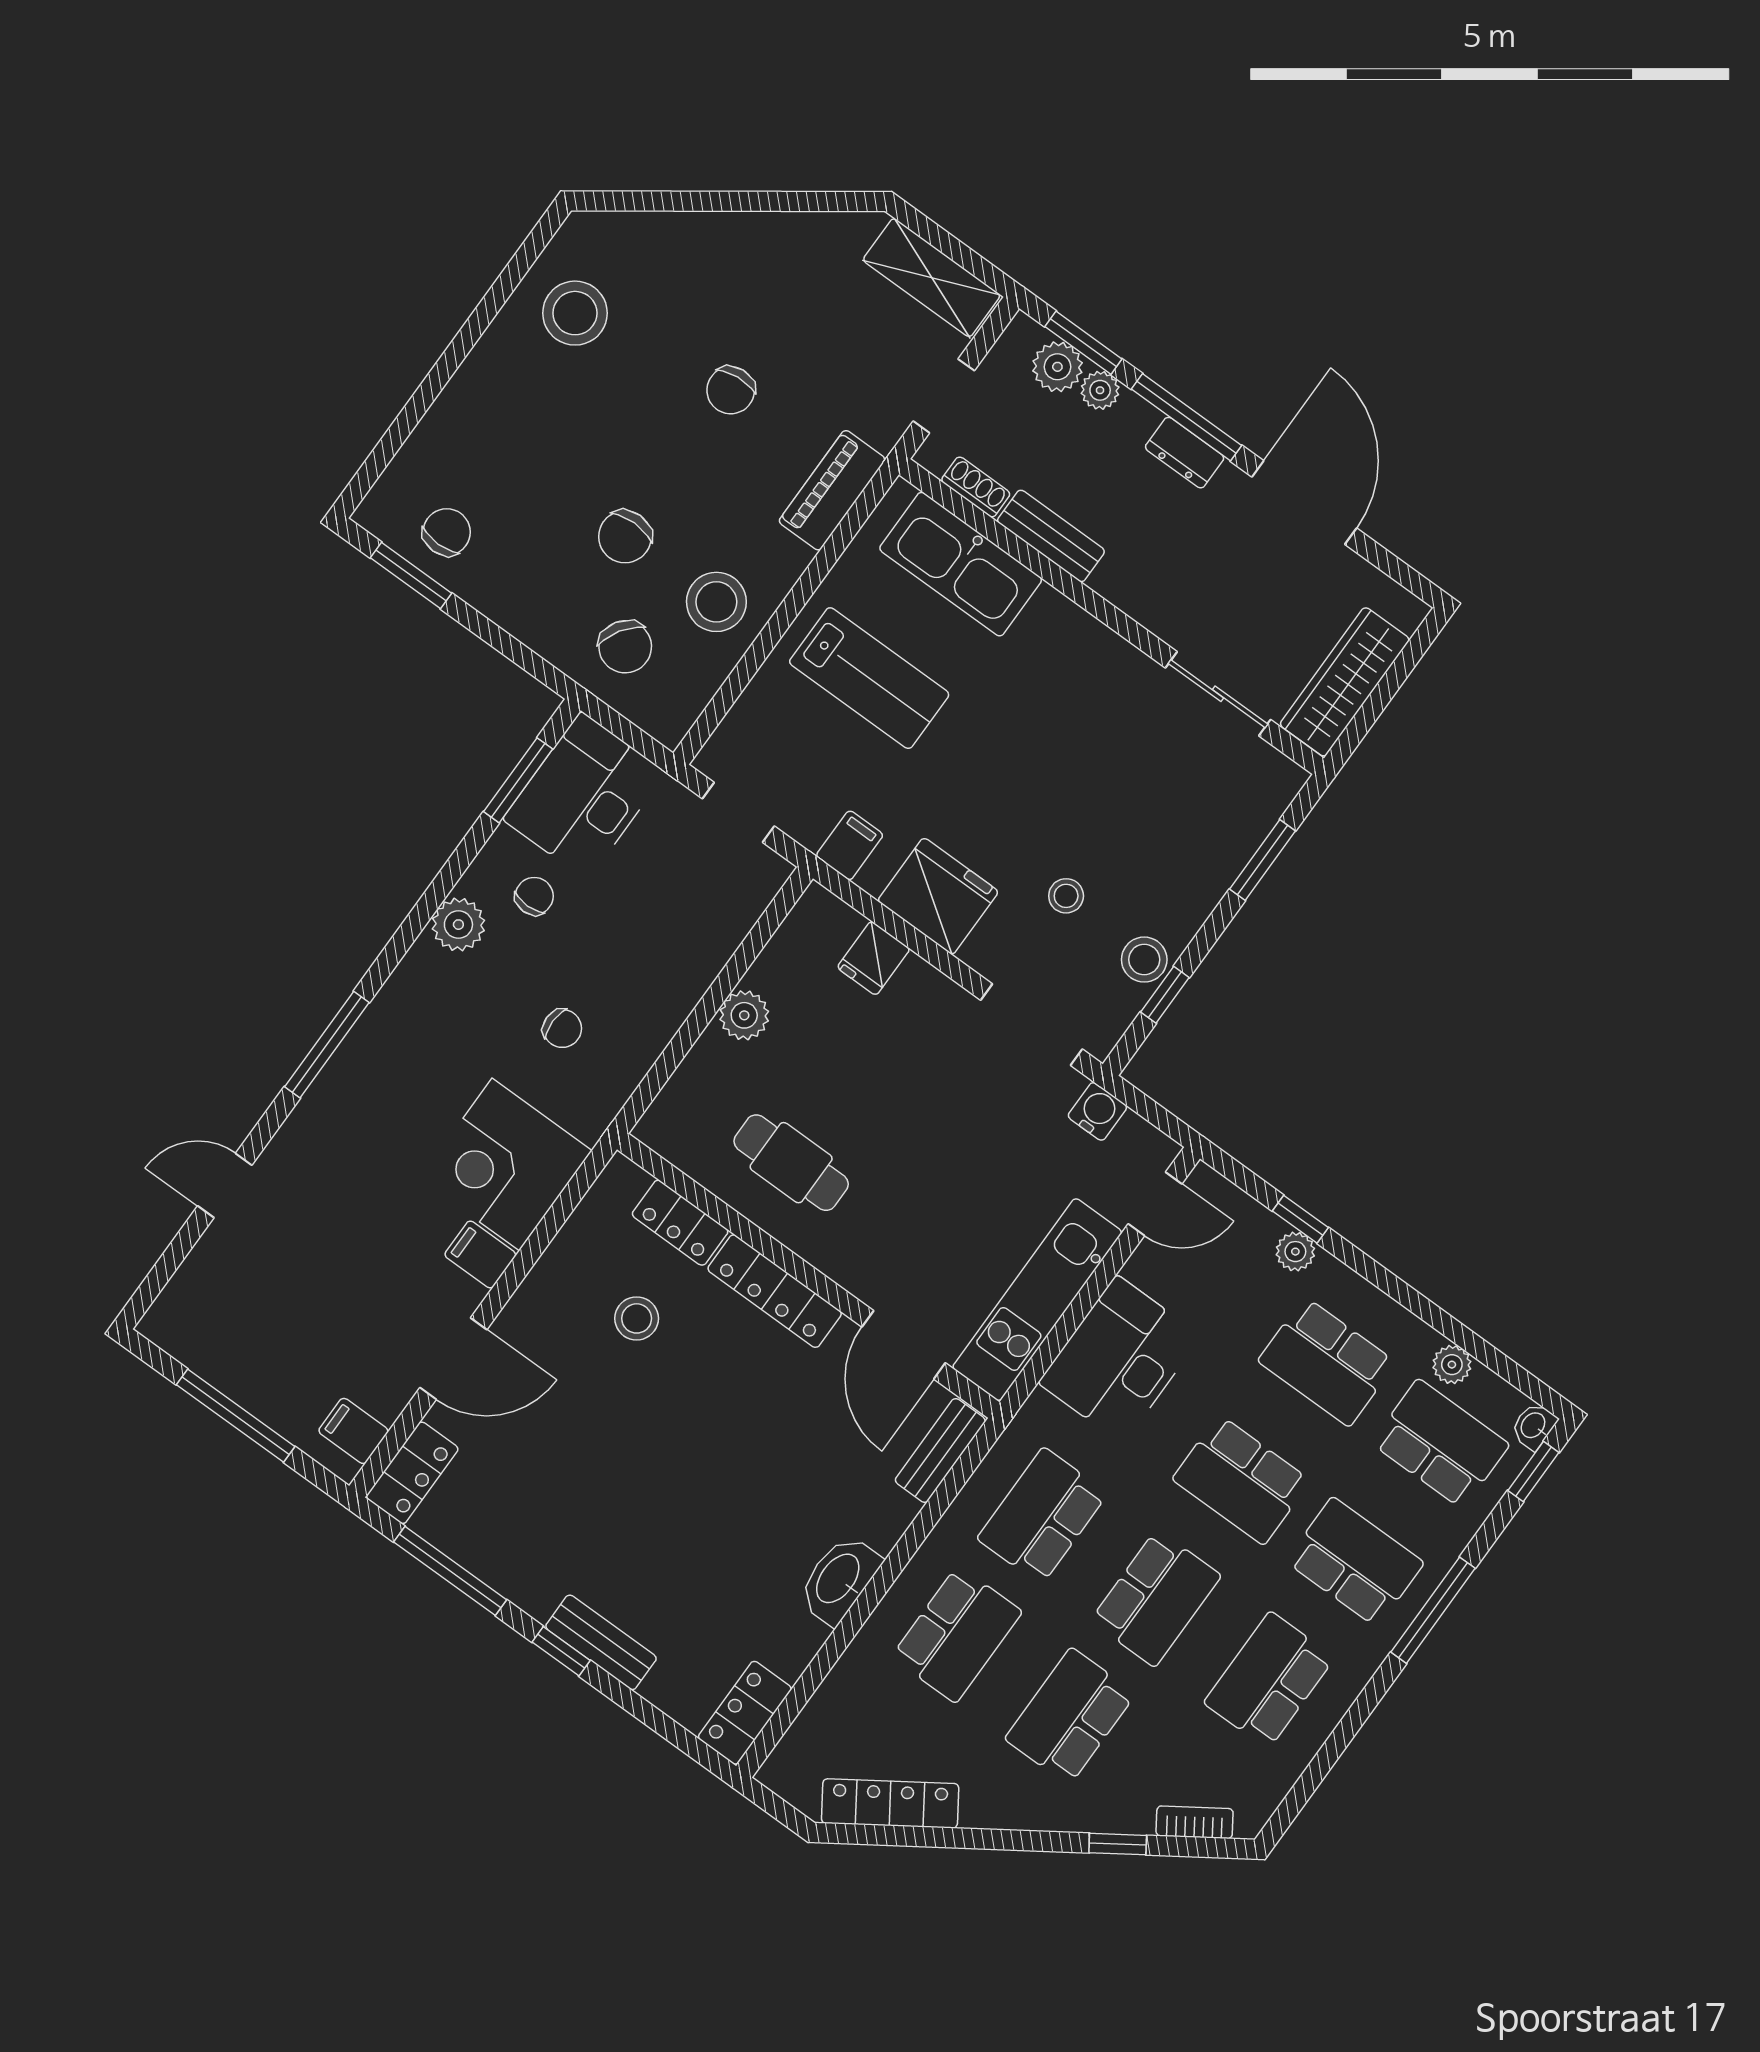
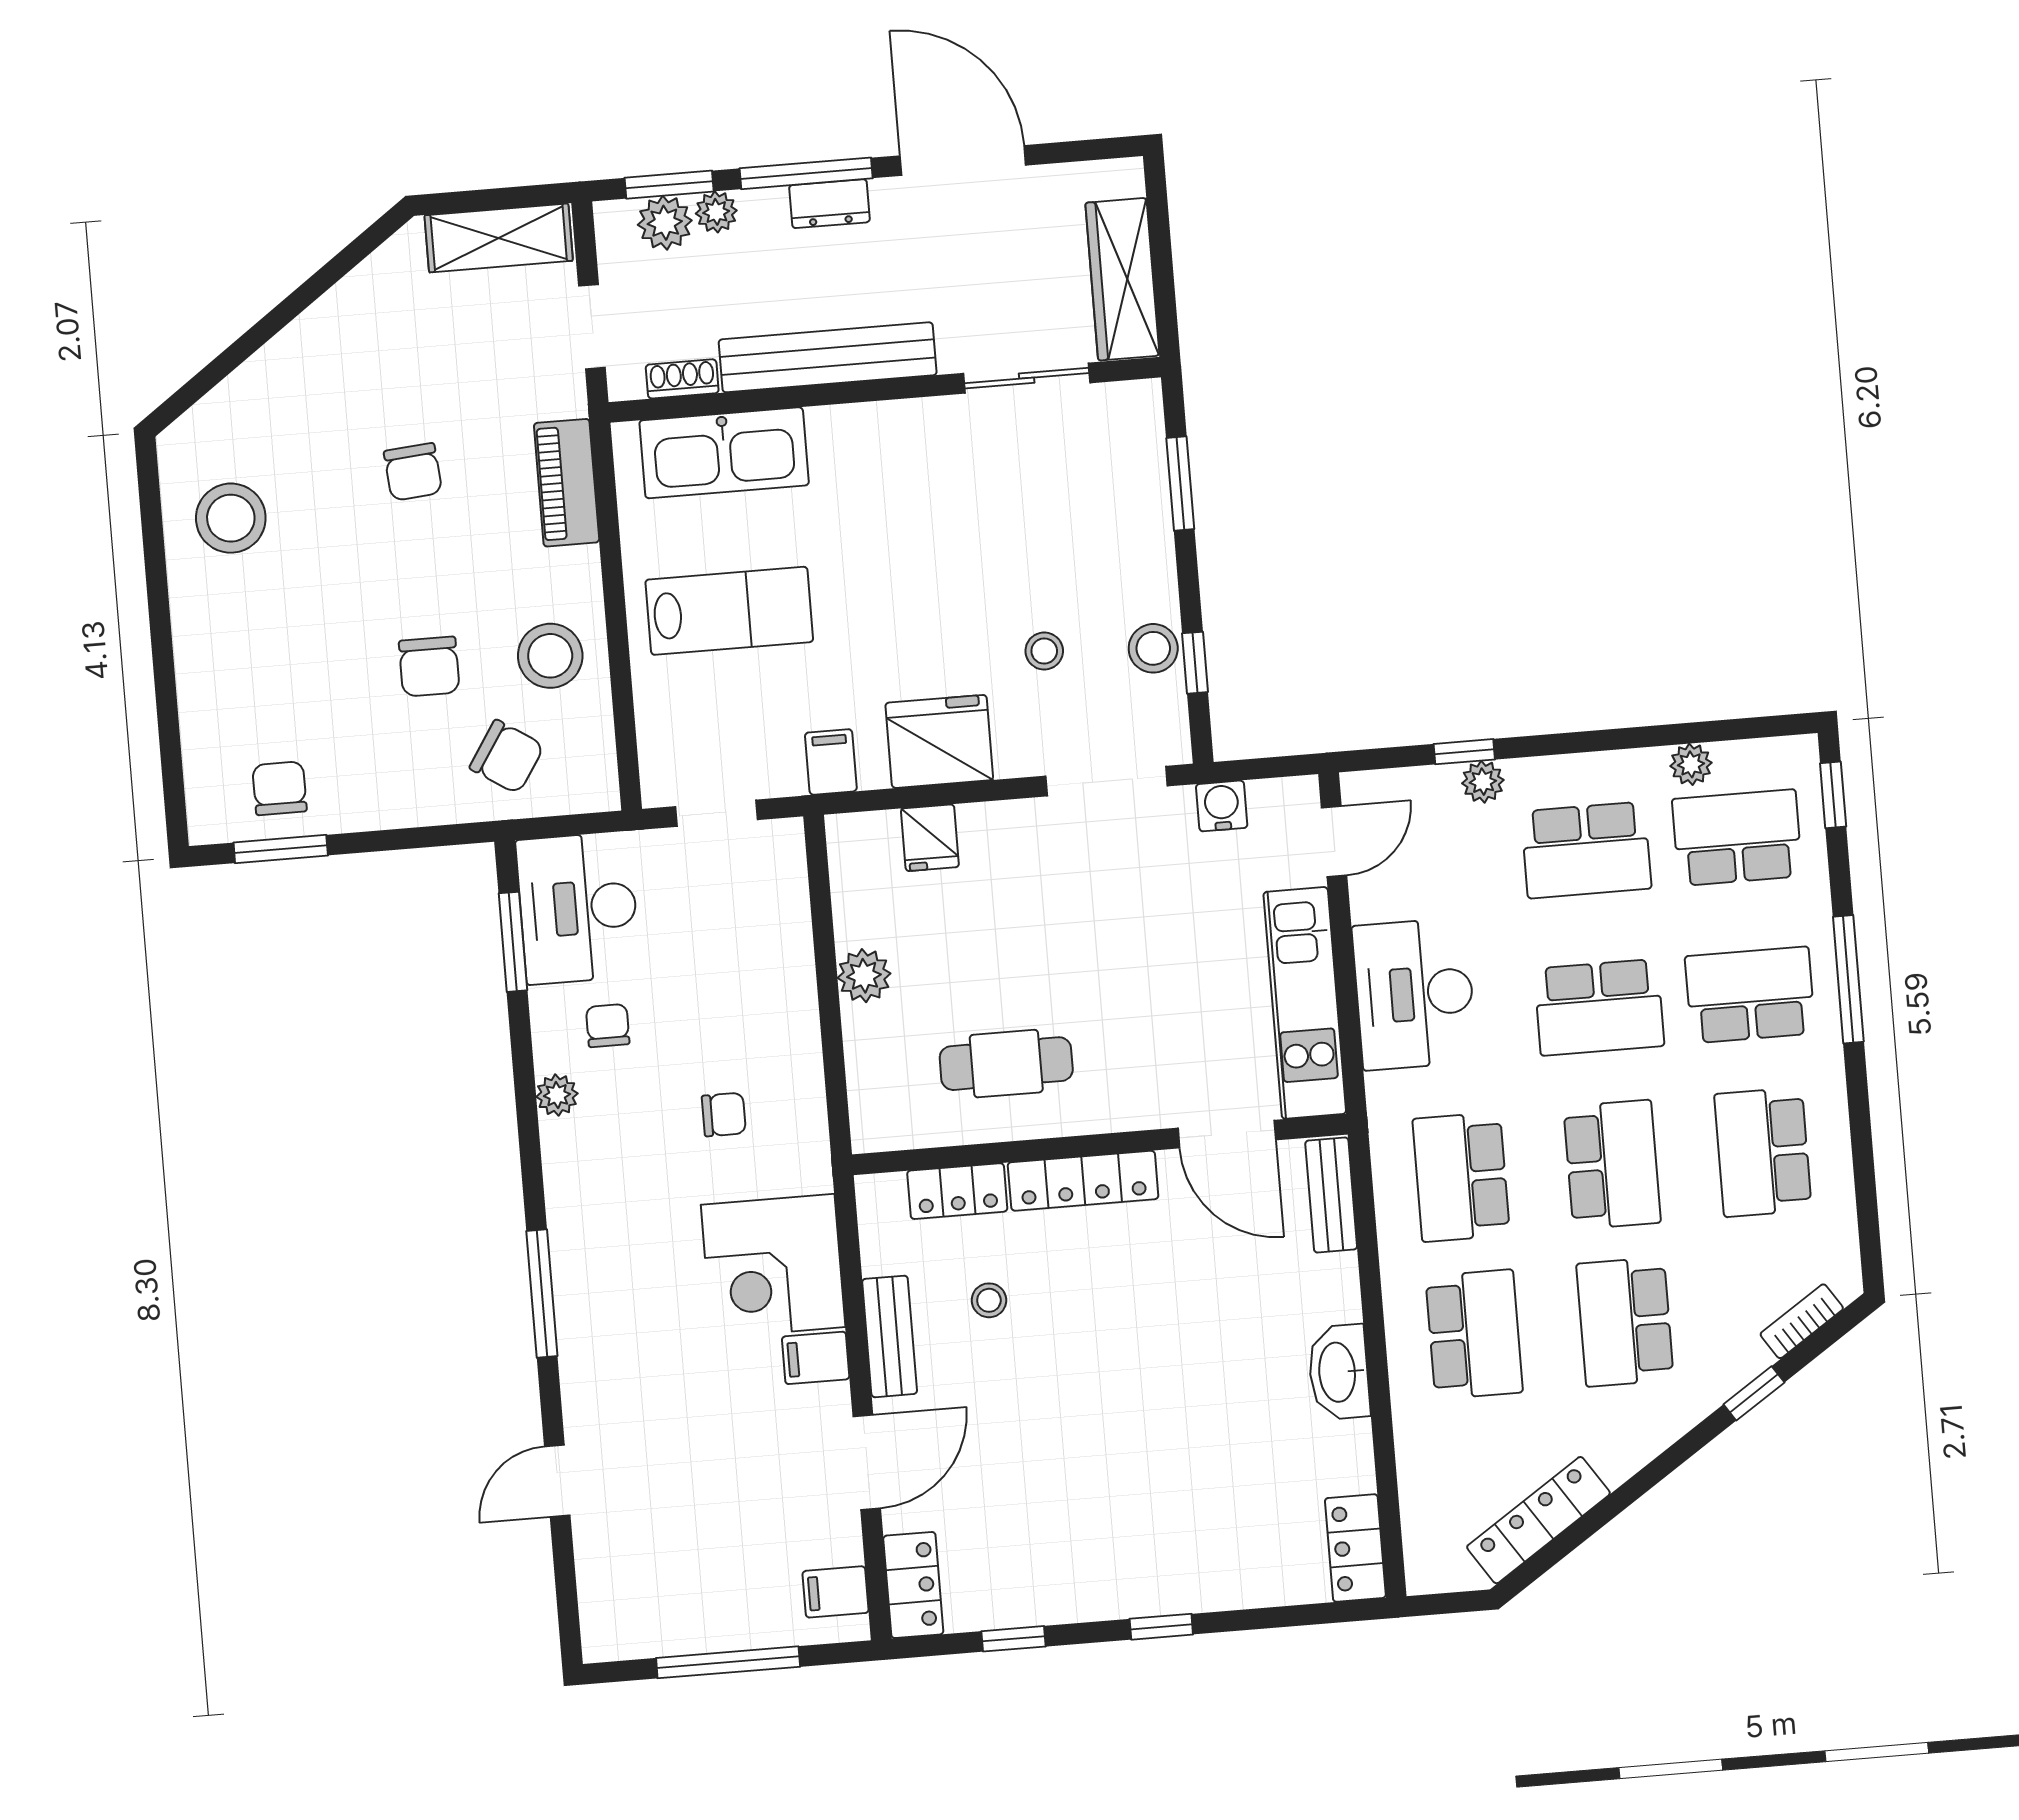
bench: (1051, 536) -> (828, 357), width x1.86, depth x1.21
plant: (458, 925) -> (557, 1095), width x0.73, depth x0.73
stool: (637, 1318) -> (989, 1300), width x0.73, depth x0.73
washbasin: (1534, 1426) -> (1801, 757), removed
window: (450, 1571) -> (1014, 1639), width x0.46
bench: (601, 1642) -> (890, 1336), moved, turned 90

